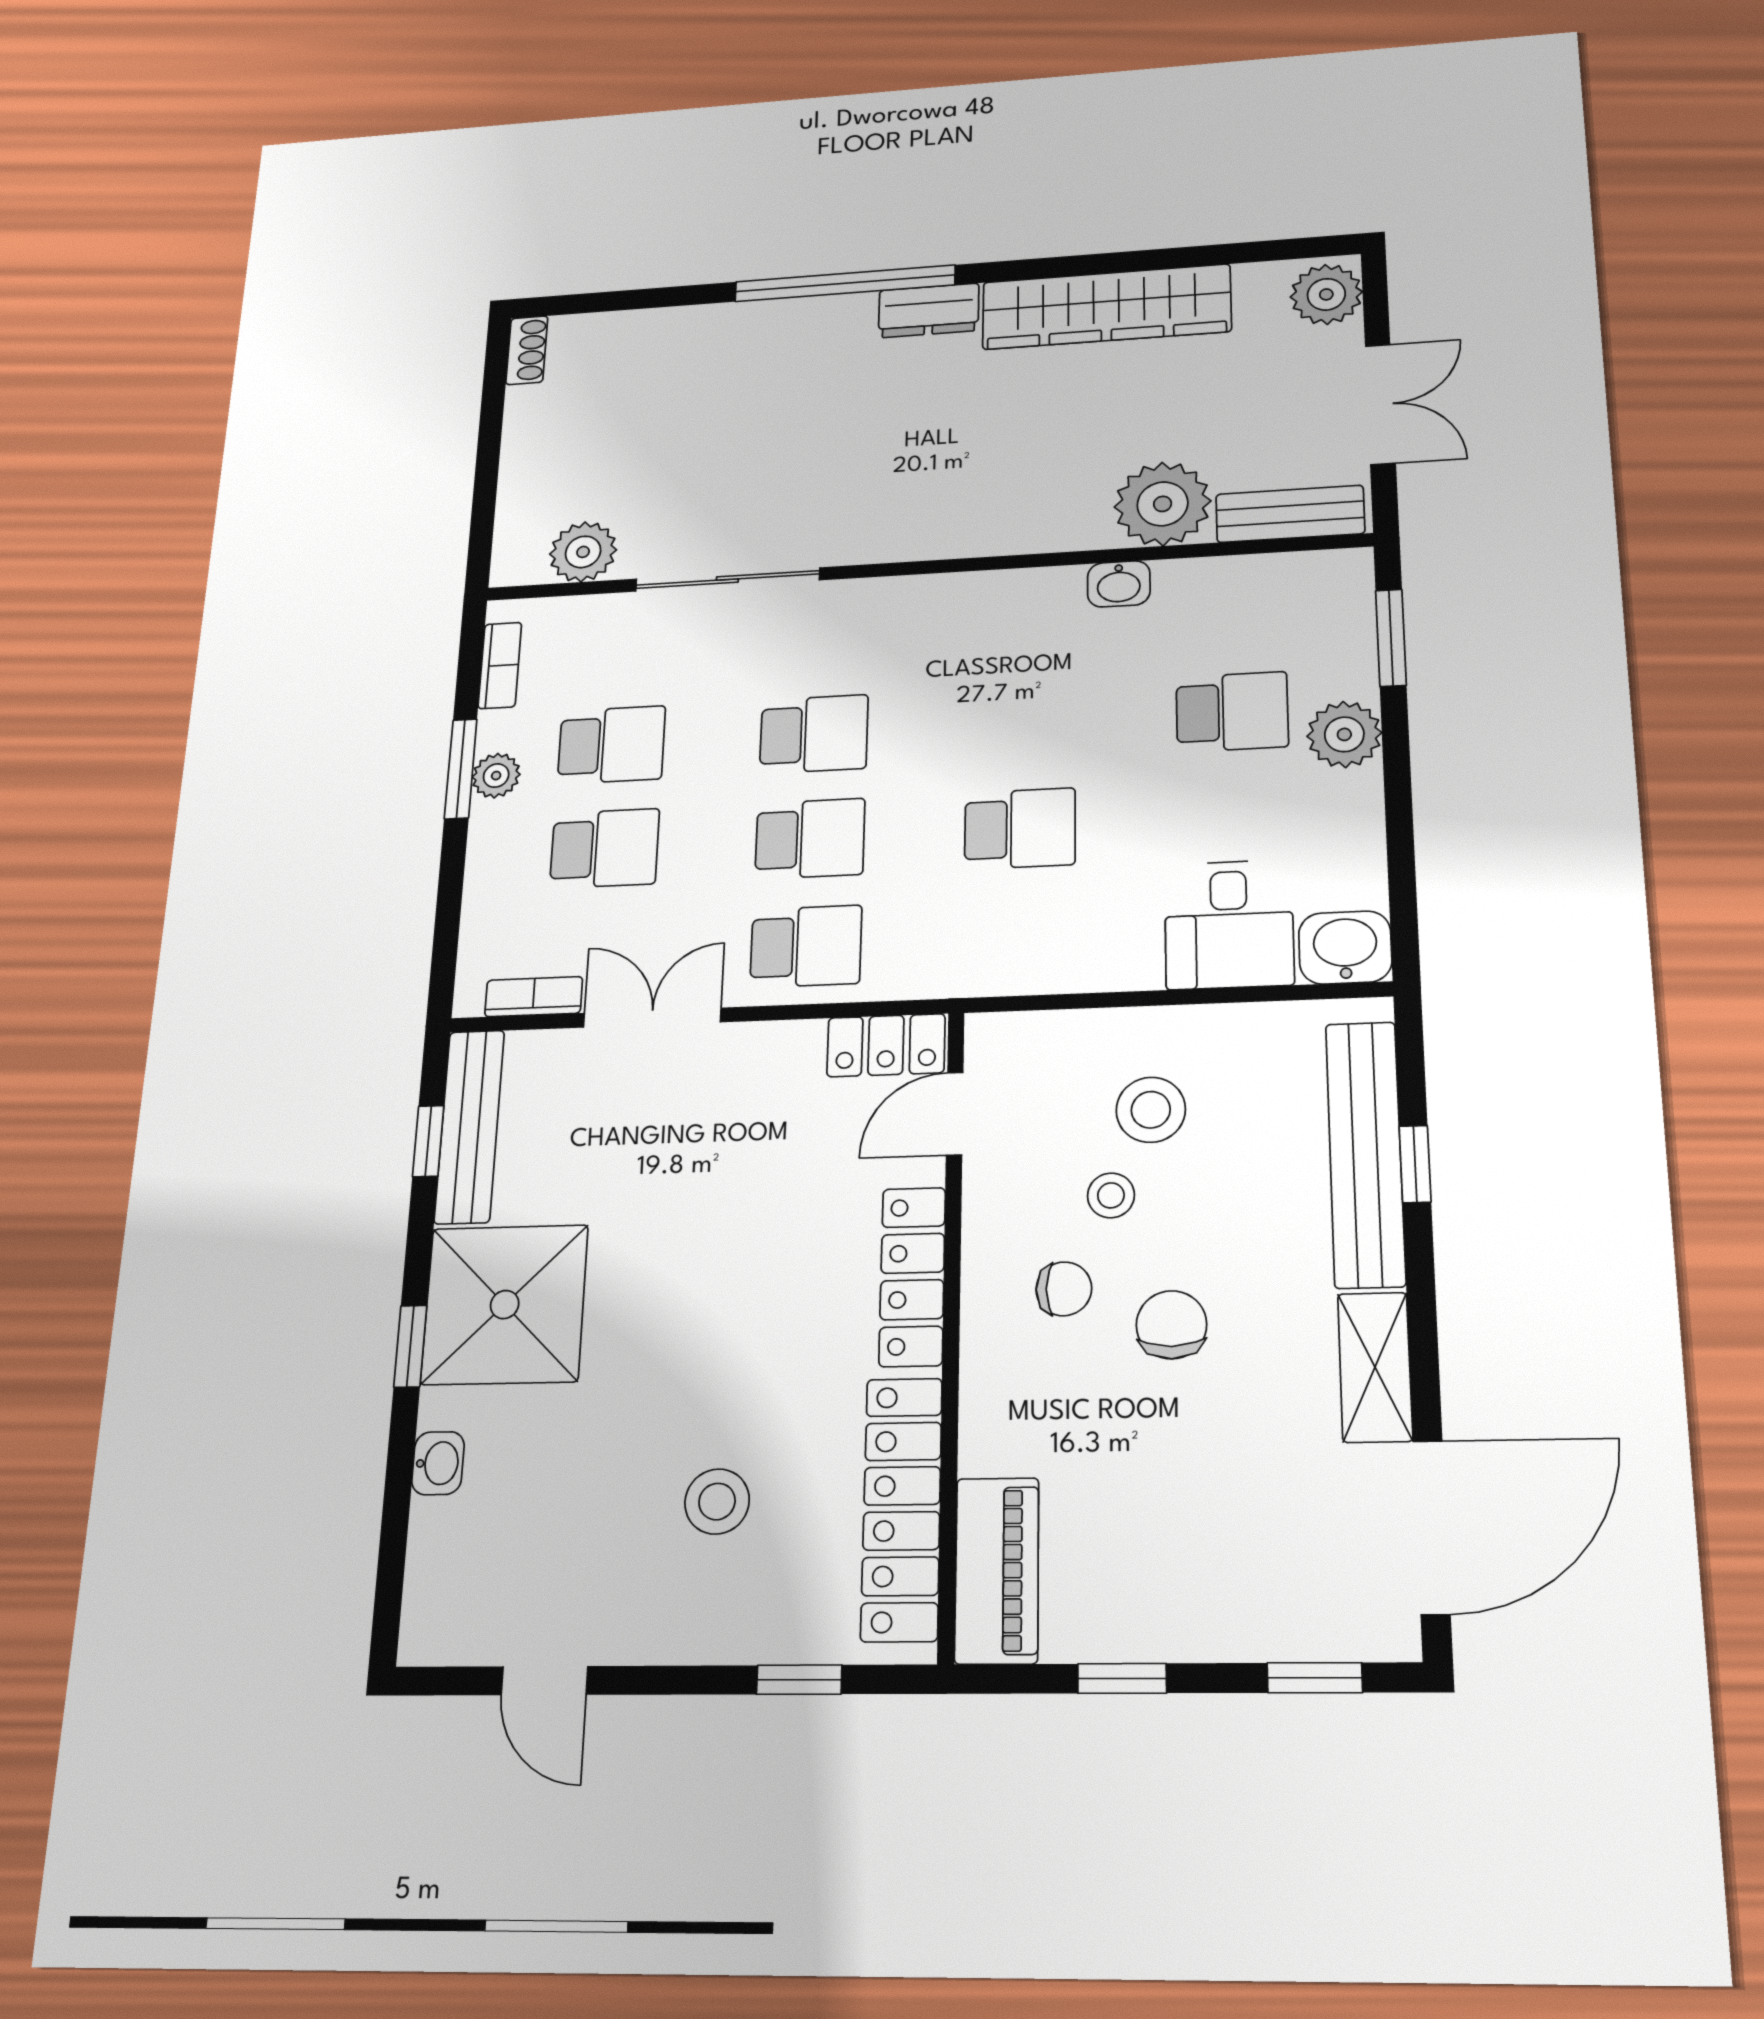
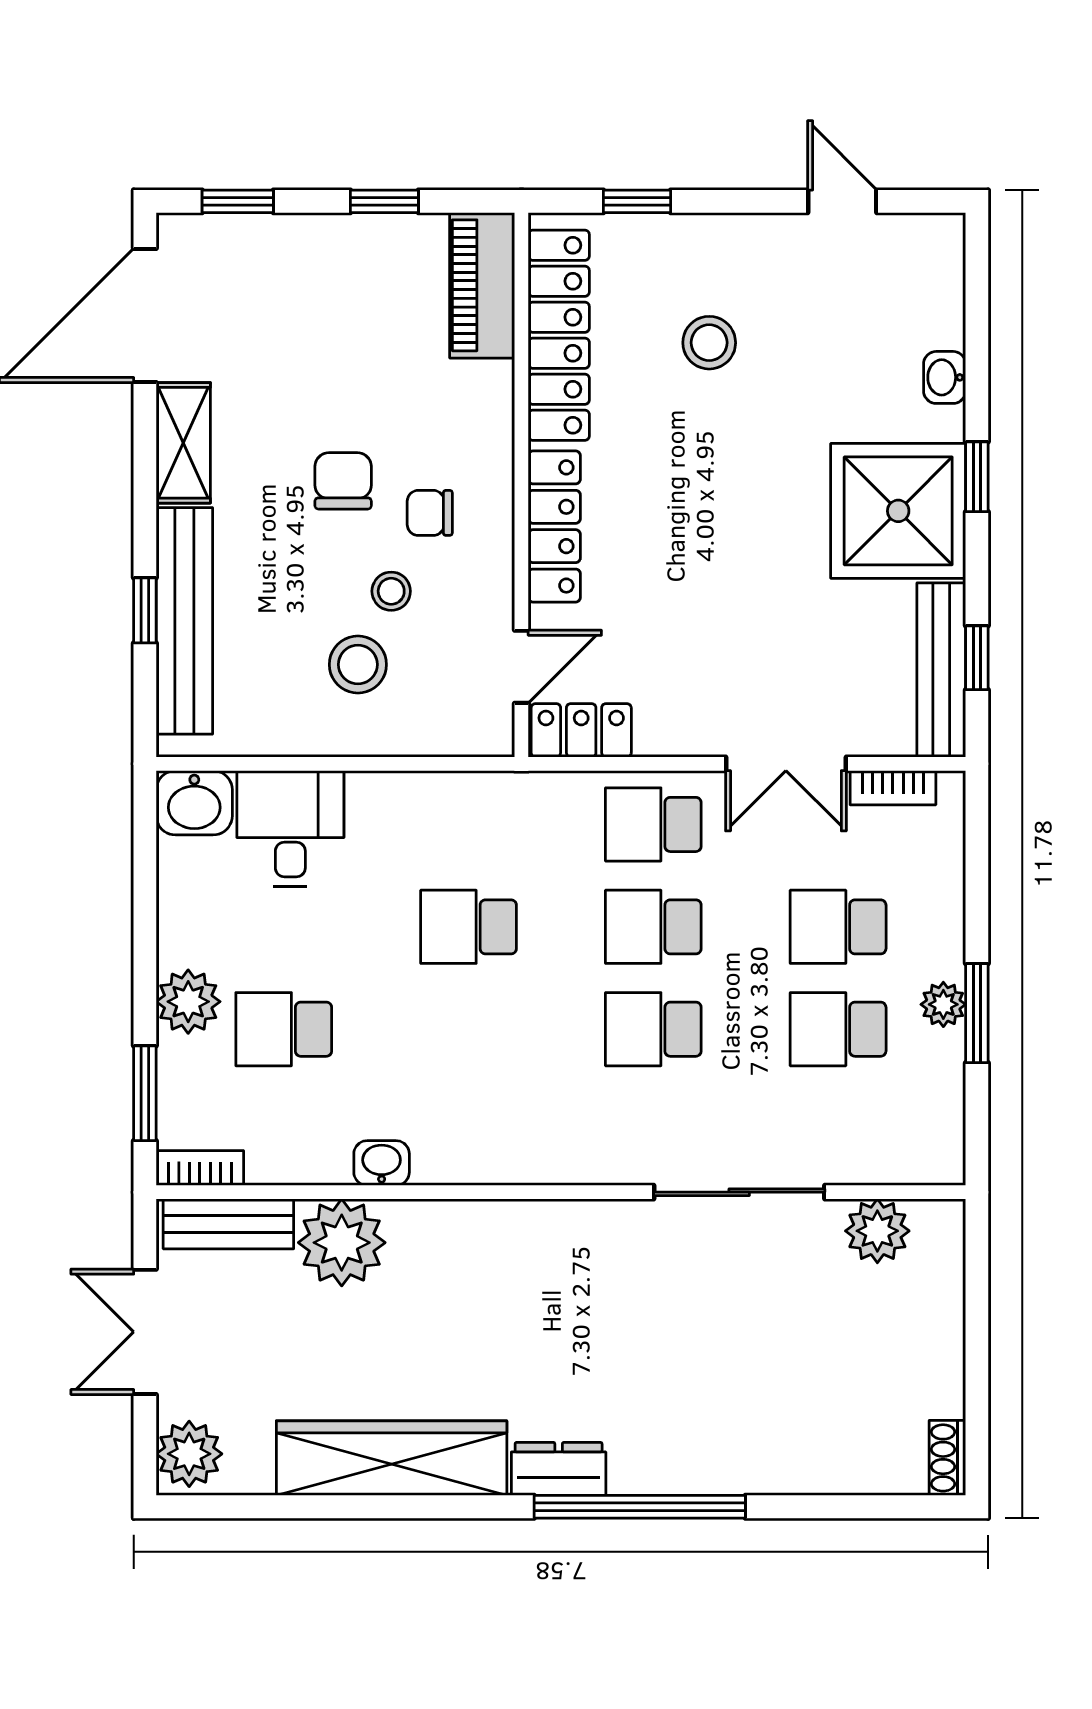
bookcase: (500, 665) -> (200, 1168), moved, turned 90
chair: (1171, 1325) -> (343, 481), turned 180

